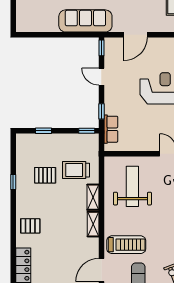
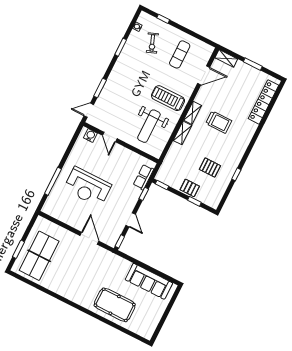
sofa: (85, 21) -> (149, 281), moved
door: (135, 35) -> (89, 238), hinge flipped
trolley: (76, 170) -> (219, 122), moved
pallet: (30, 226) -> (190, 188), moved
treadmill: (126, 245) -> (168, 98), moved

